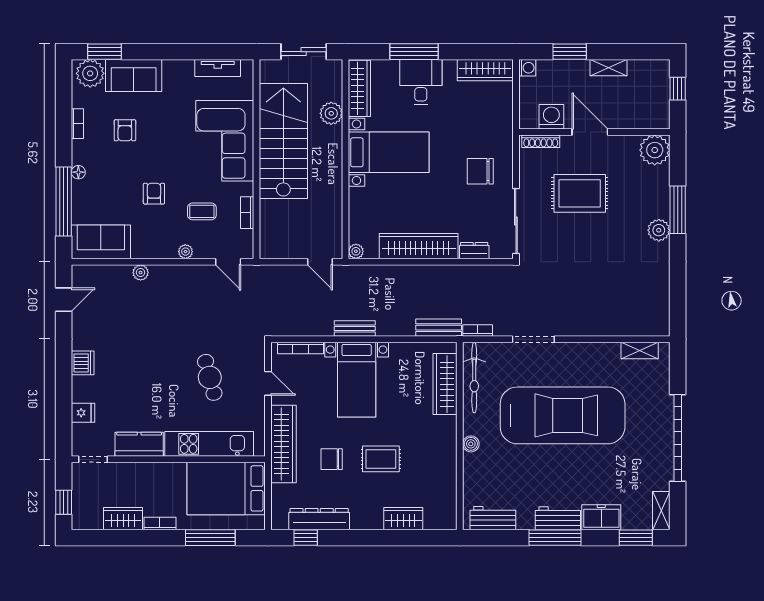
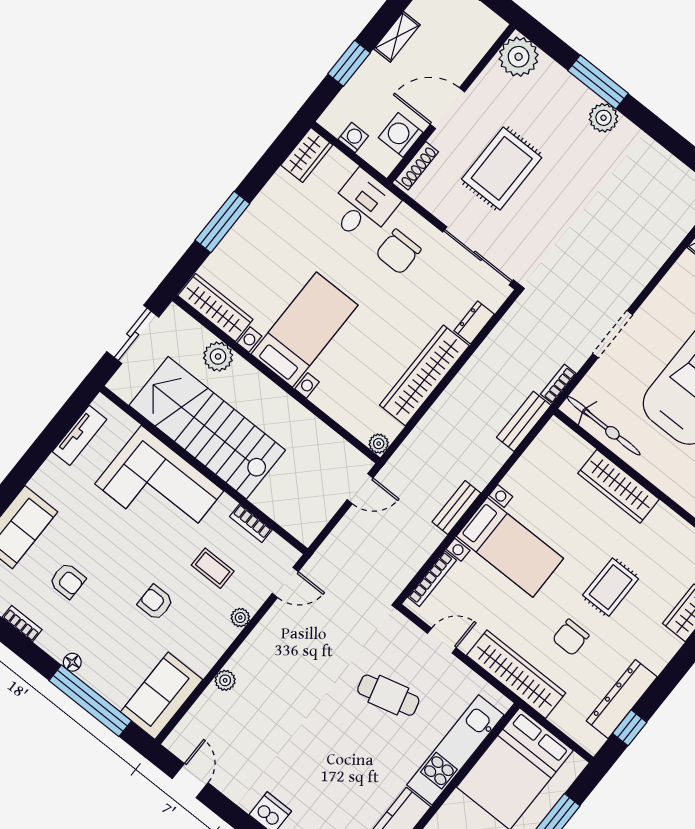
washing machine: (527, 68) -> (353, 138), moved
wardrobe: (485, 70) -> (307, 155), width x0.67
desk: (421, 82) -> (363, 206), moved, turned 90
coffee table: (202, 211) -> (213, 568), turned 90
wardrobe: (445, 384) -> (618, 486), moved
boiler: (471, 444) -> (668, 483), removed

